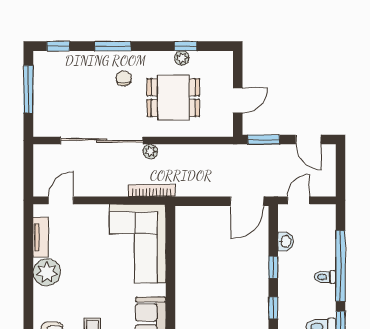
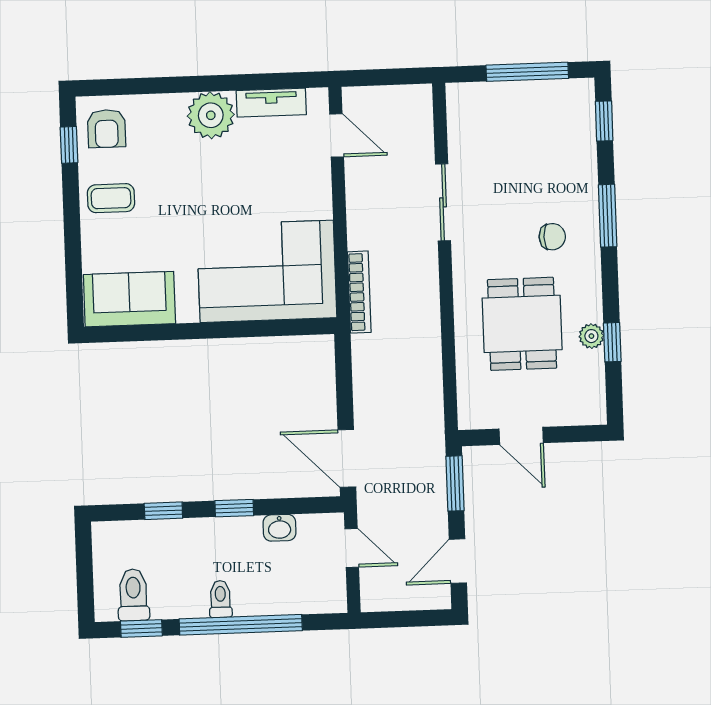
sliding door: (102, 140) -> (443, 202), width x0.54
plant: (150, 151) -> (427, 287), removed

